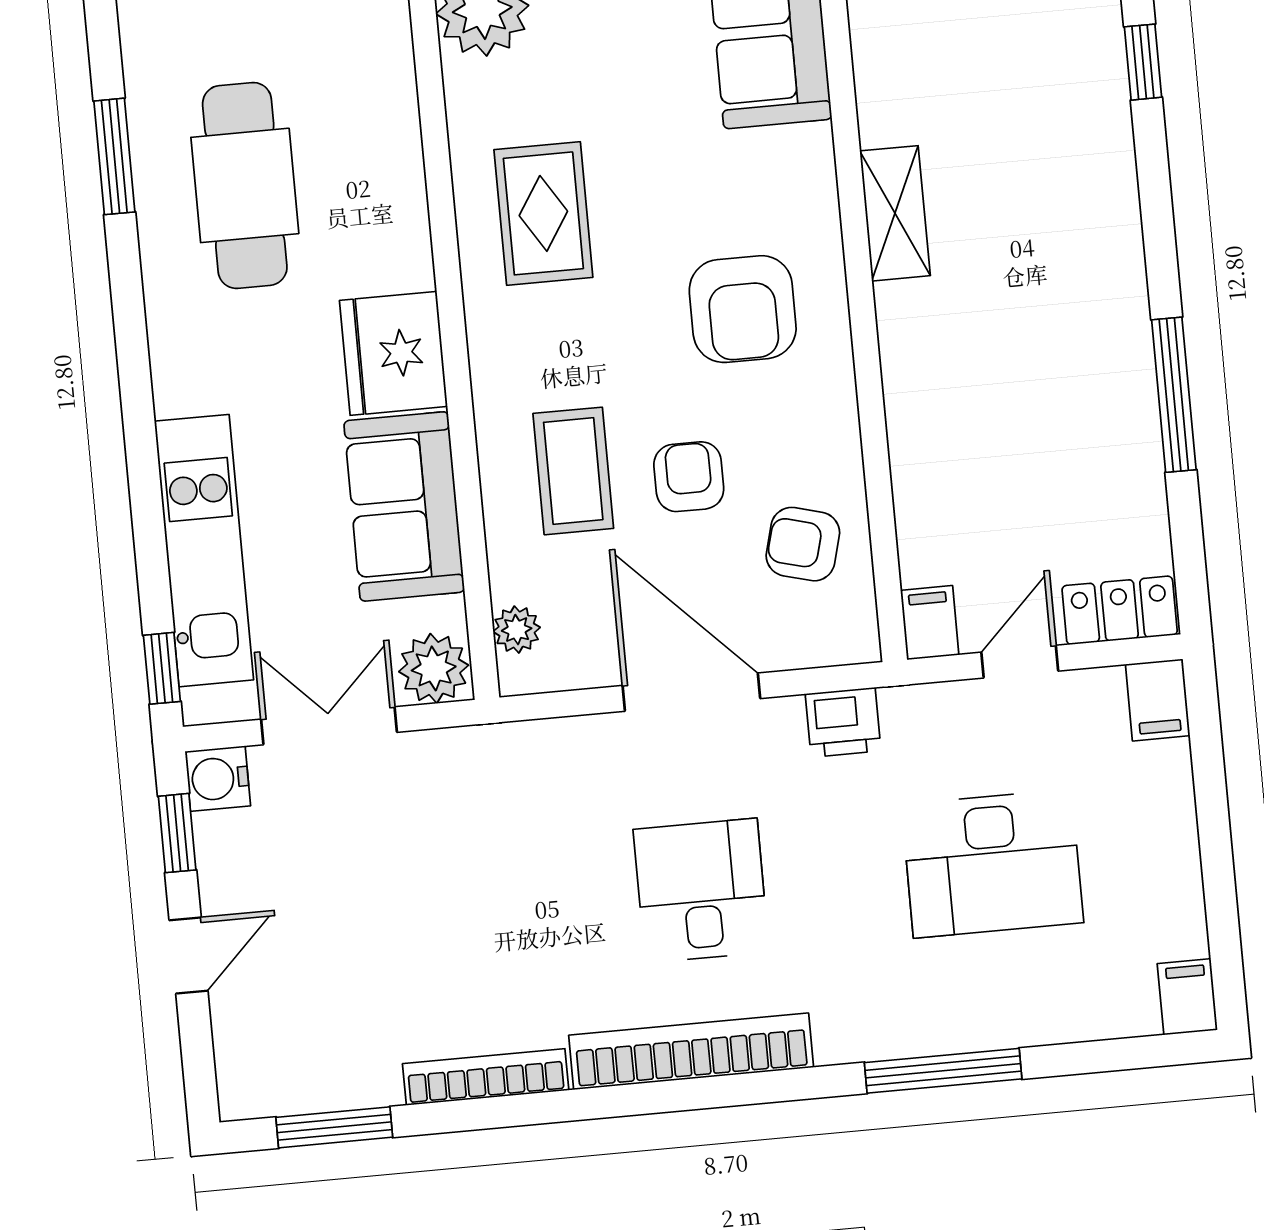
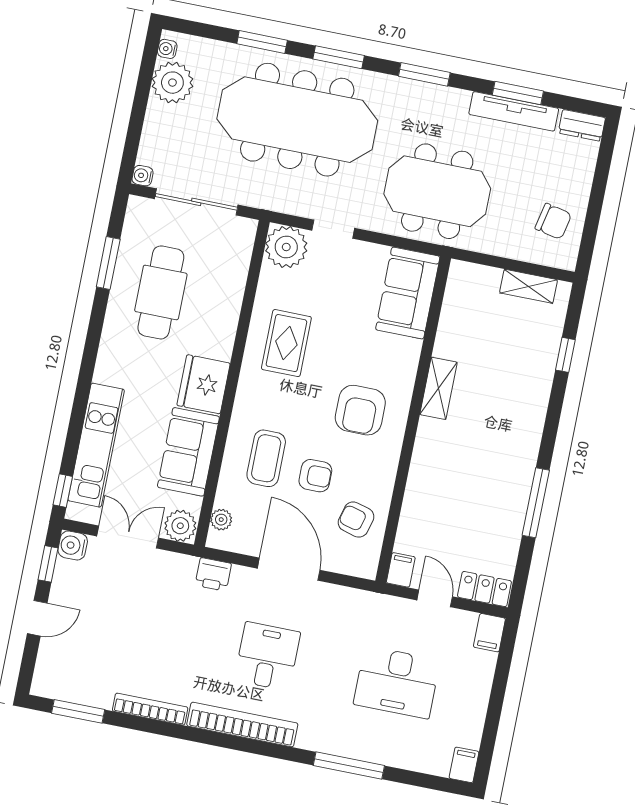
armchair: (689, 477) -> (315, 476), turned 90
door: (1020, 662) -> (435, 598), hinge flipped
printer: (843, 722) -> (213, 574), moved

